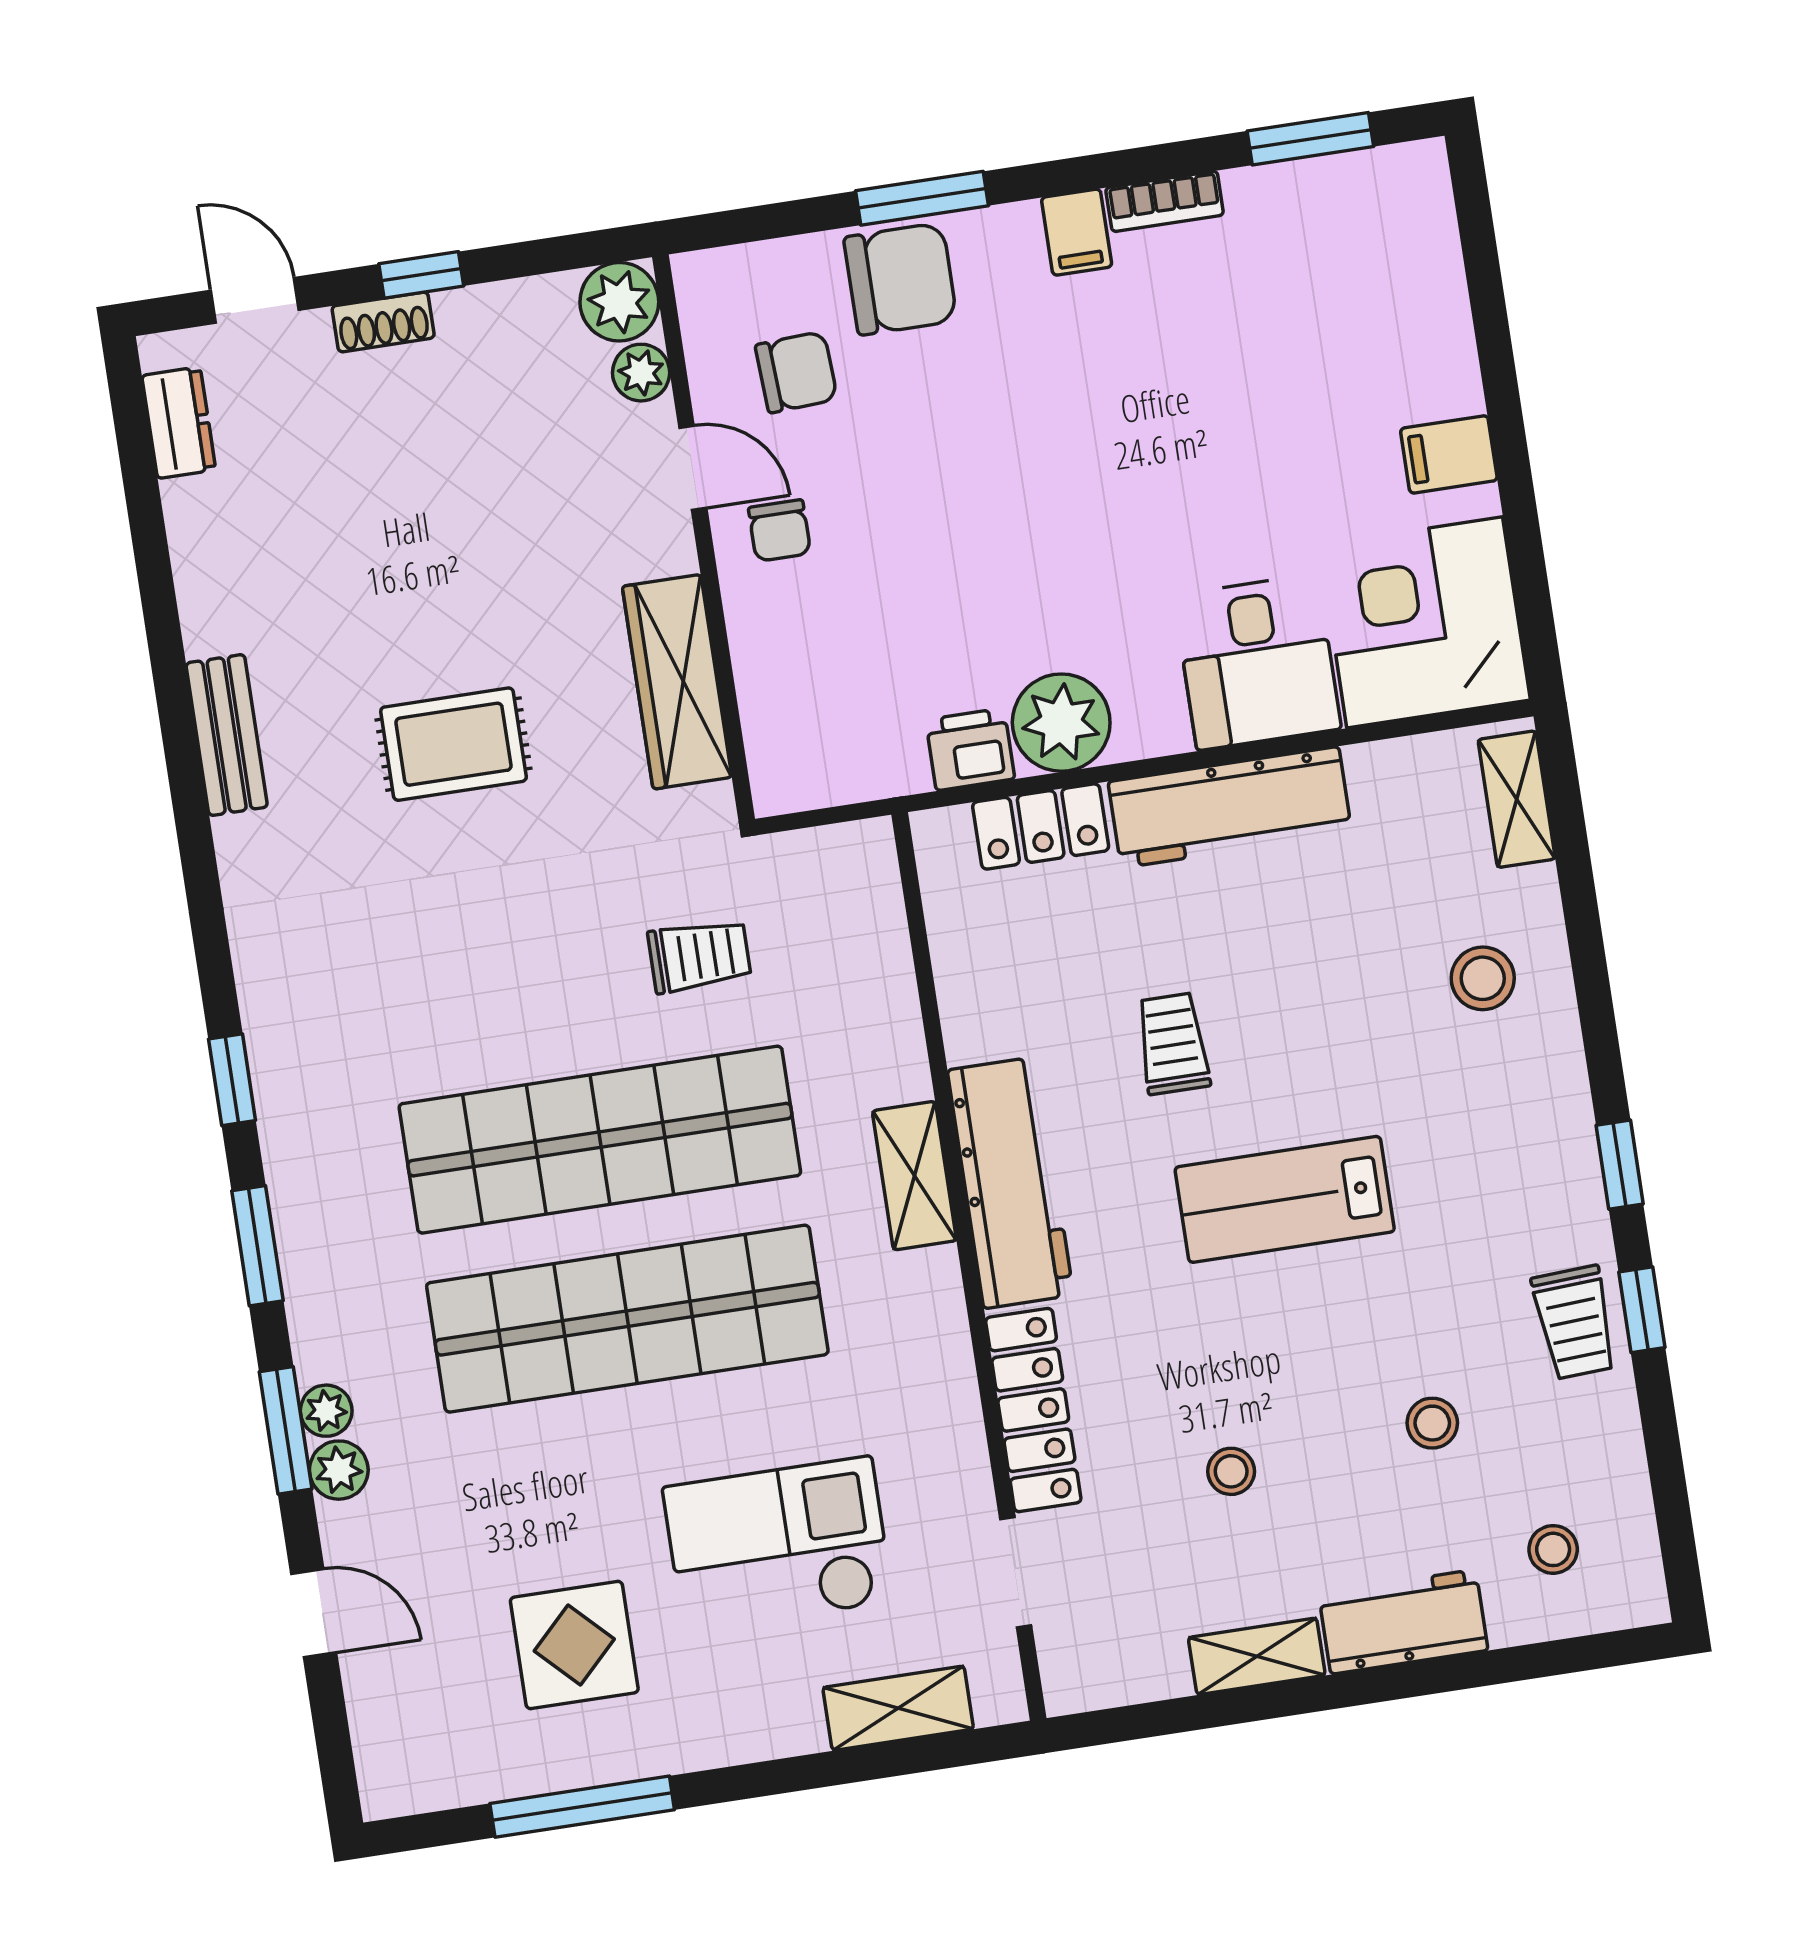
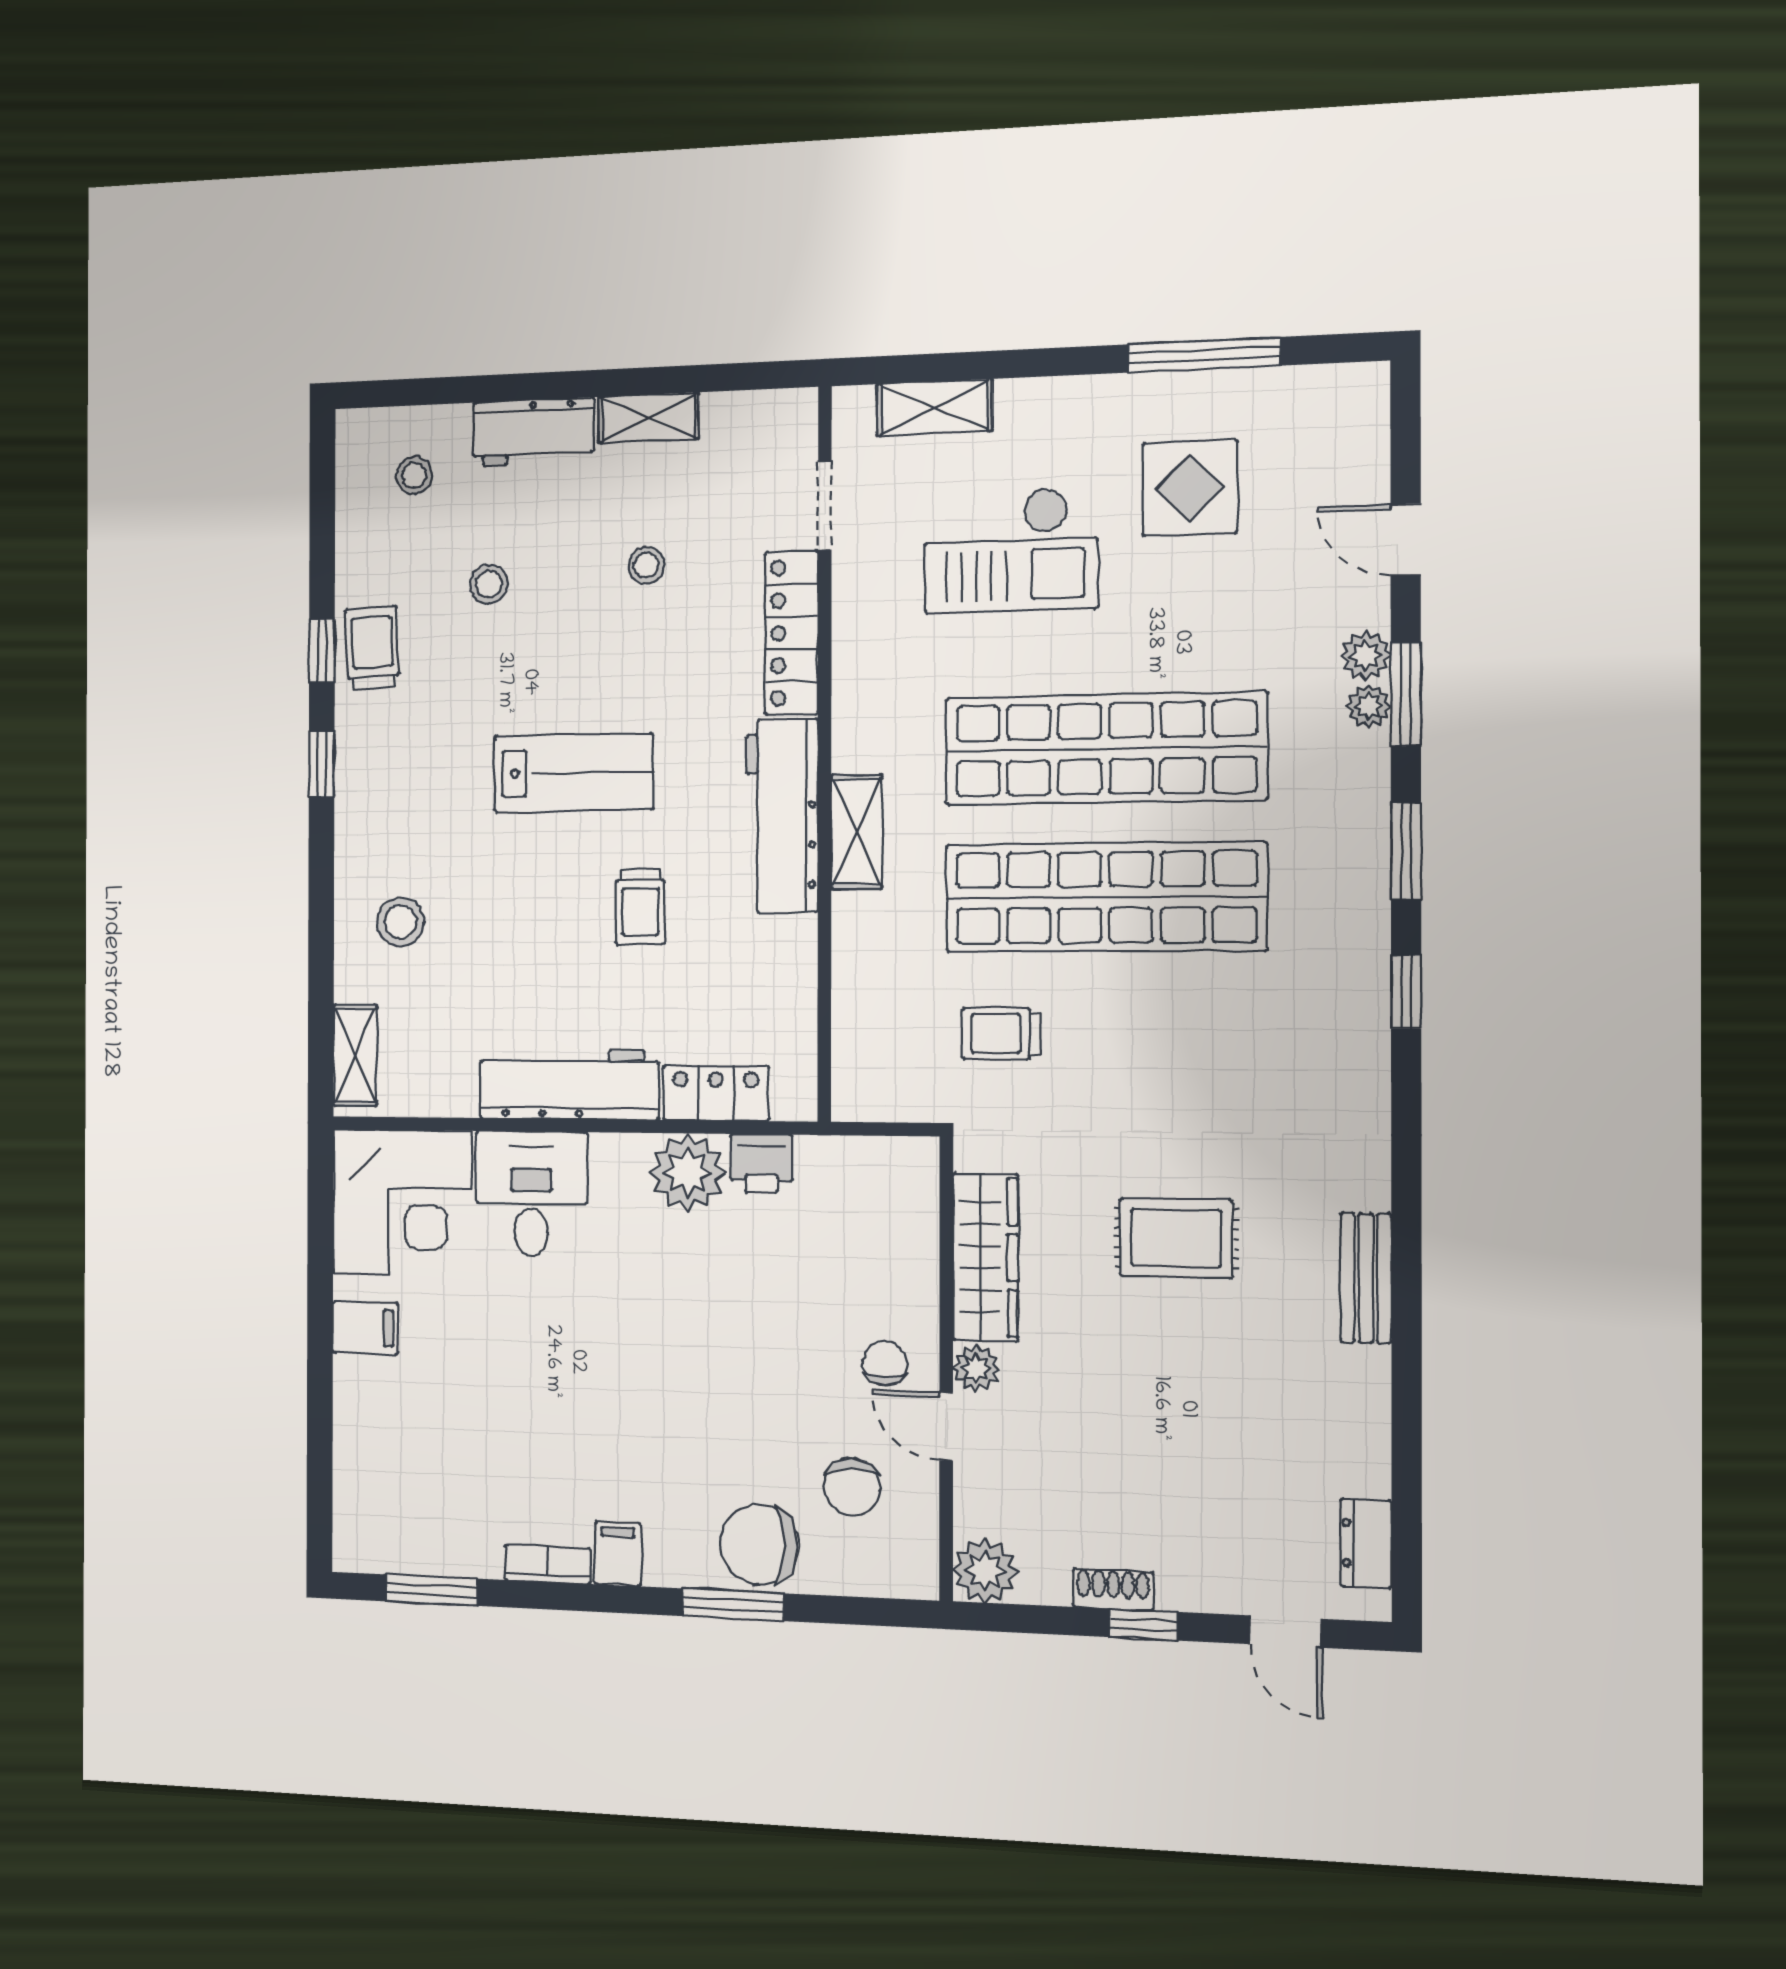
shoe rack: (383, 322) -> (1113, 1589), moved
chair: (796, 372) -> (852, 1487), turned -87
plant: (641, 373) -> (976, 1368), moved

